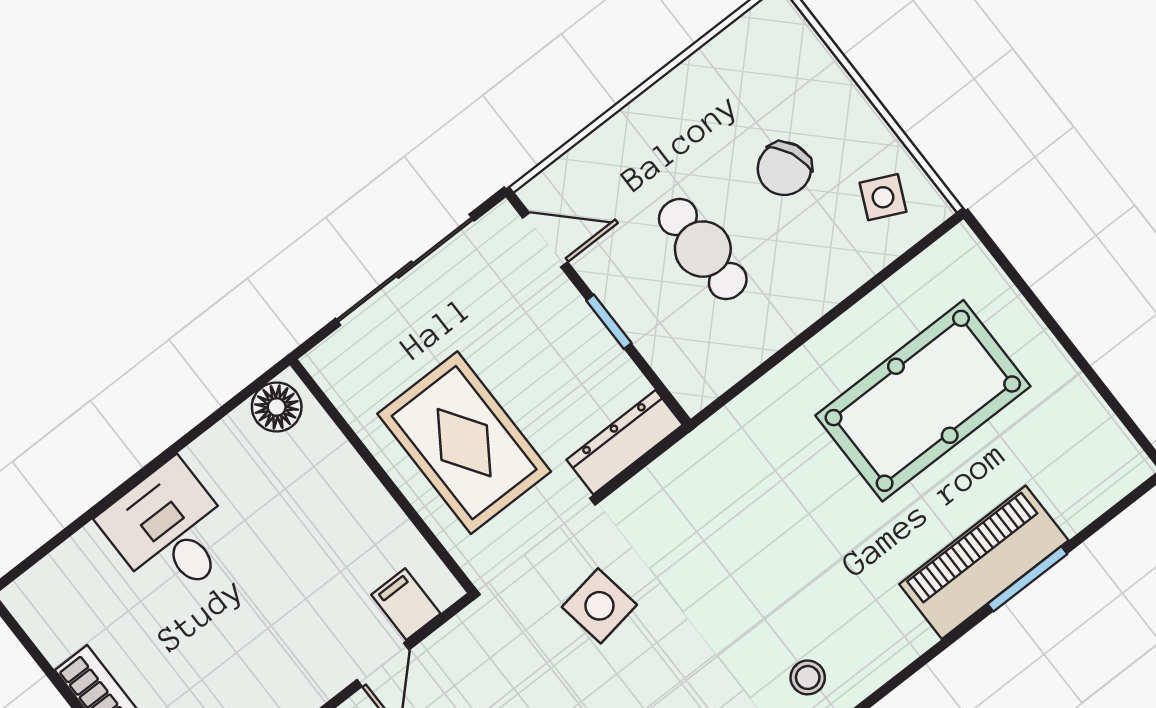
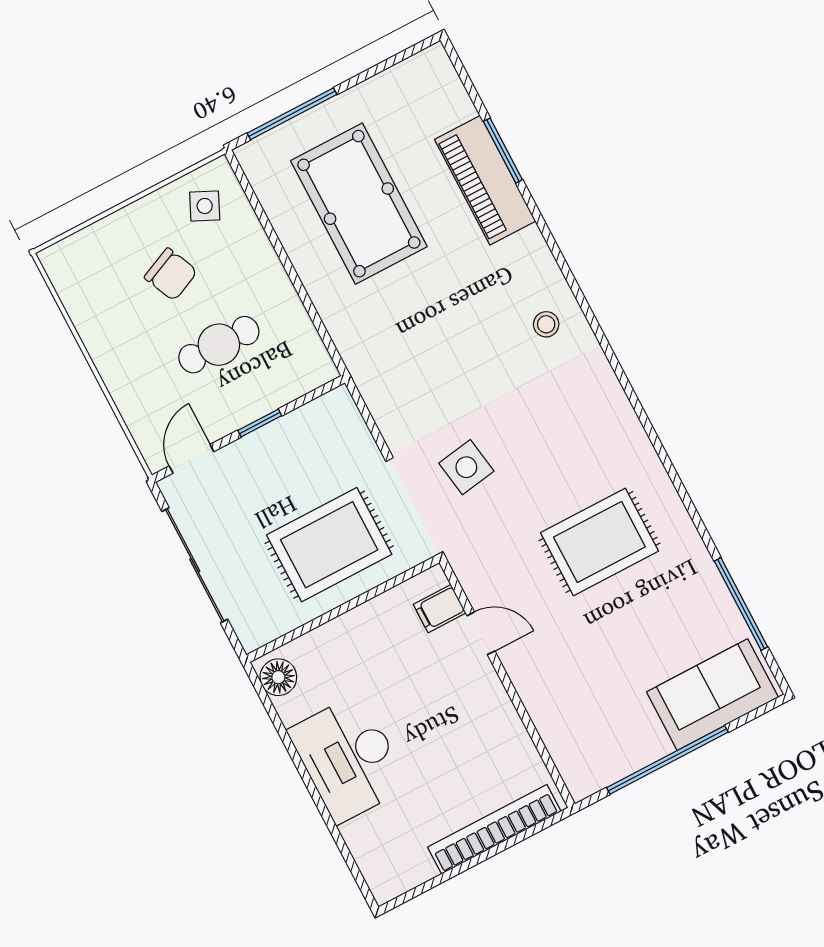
window: (1026, 291) -> (292, 114), added
dresser: (625, 442) -> (350, 427), removed
desk: (170, 531) -> (349, 758), width x1.37

